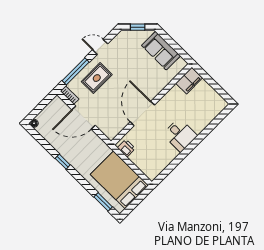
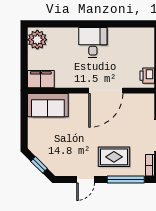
door: (100, 47) -> (86, 180), hinge flipped
sofa: (161, 51) -> (48, 105), moved, turned 90
plant: (216, 102) -> (37, 40), added

